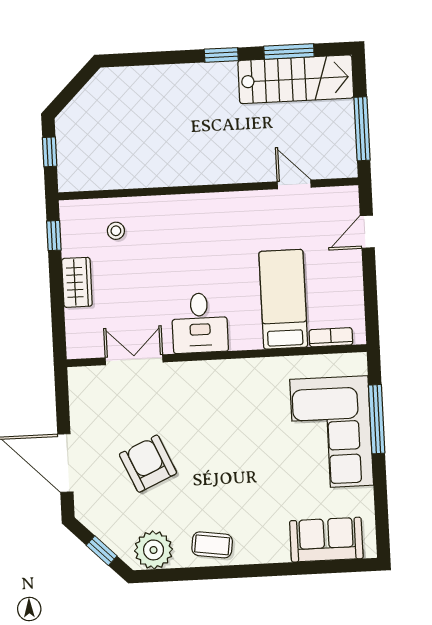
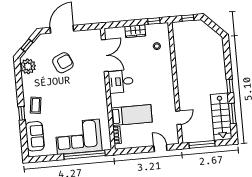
double door: (134, 360) -> (105, 55), width x1.37
window: (377, 419) -> (85, 155), width x1.46
coffee table: (212, 545) -> (36, 105), moved
window: (269, 570) -> (22, 113), added

